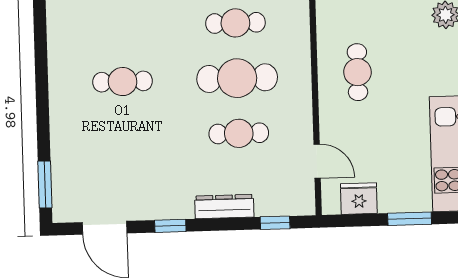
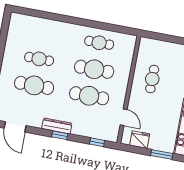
cafe table: (239, 133) -> (89, 96), width x1.37, depth x1.35
cafe table: (124, 137) -> (34, 85), added
dresser: (224, 207) -> (57, 126), moved
window: (170, 226) -> (60, 135), moved

